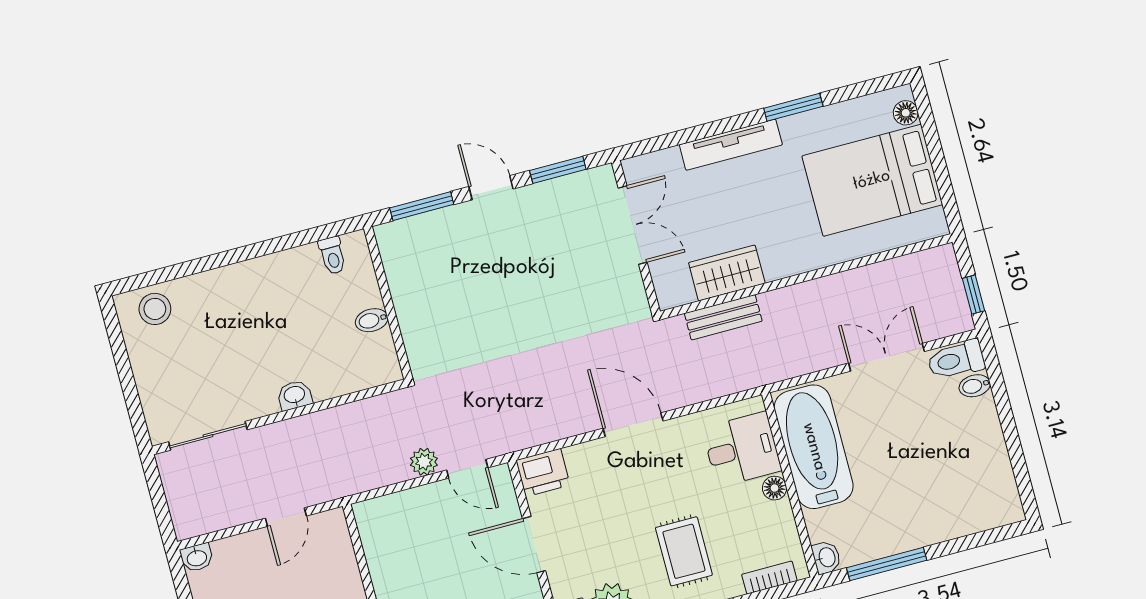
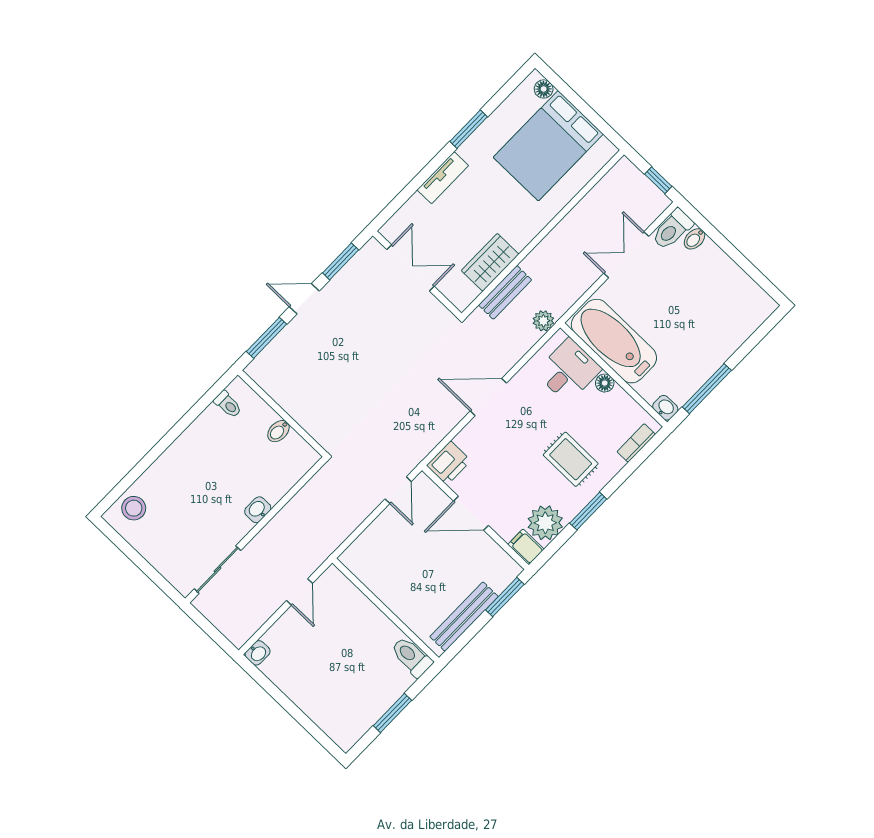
tv unit: (731, 145) -> (443, 178), width x0.71
plant: (424, 462) -> (543, 321), moved
door: (467, 469) -> (398, 490), hinge flipped

